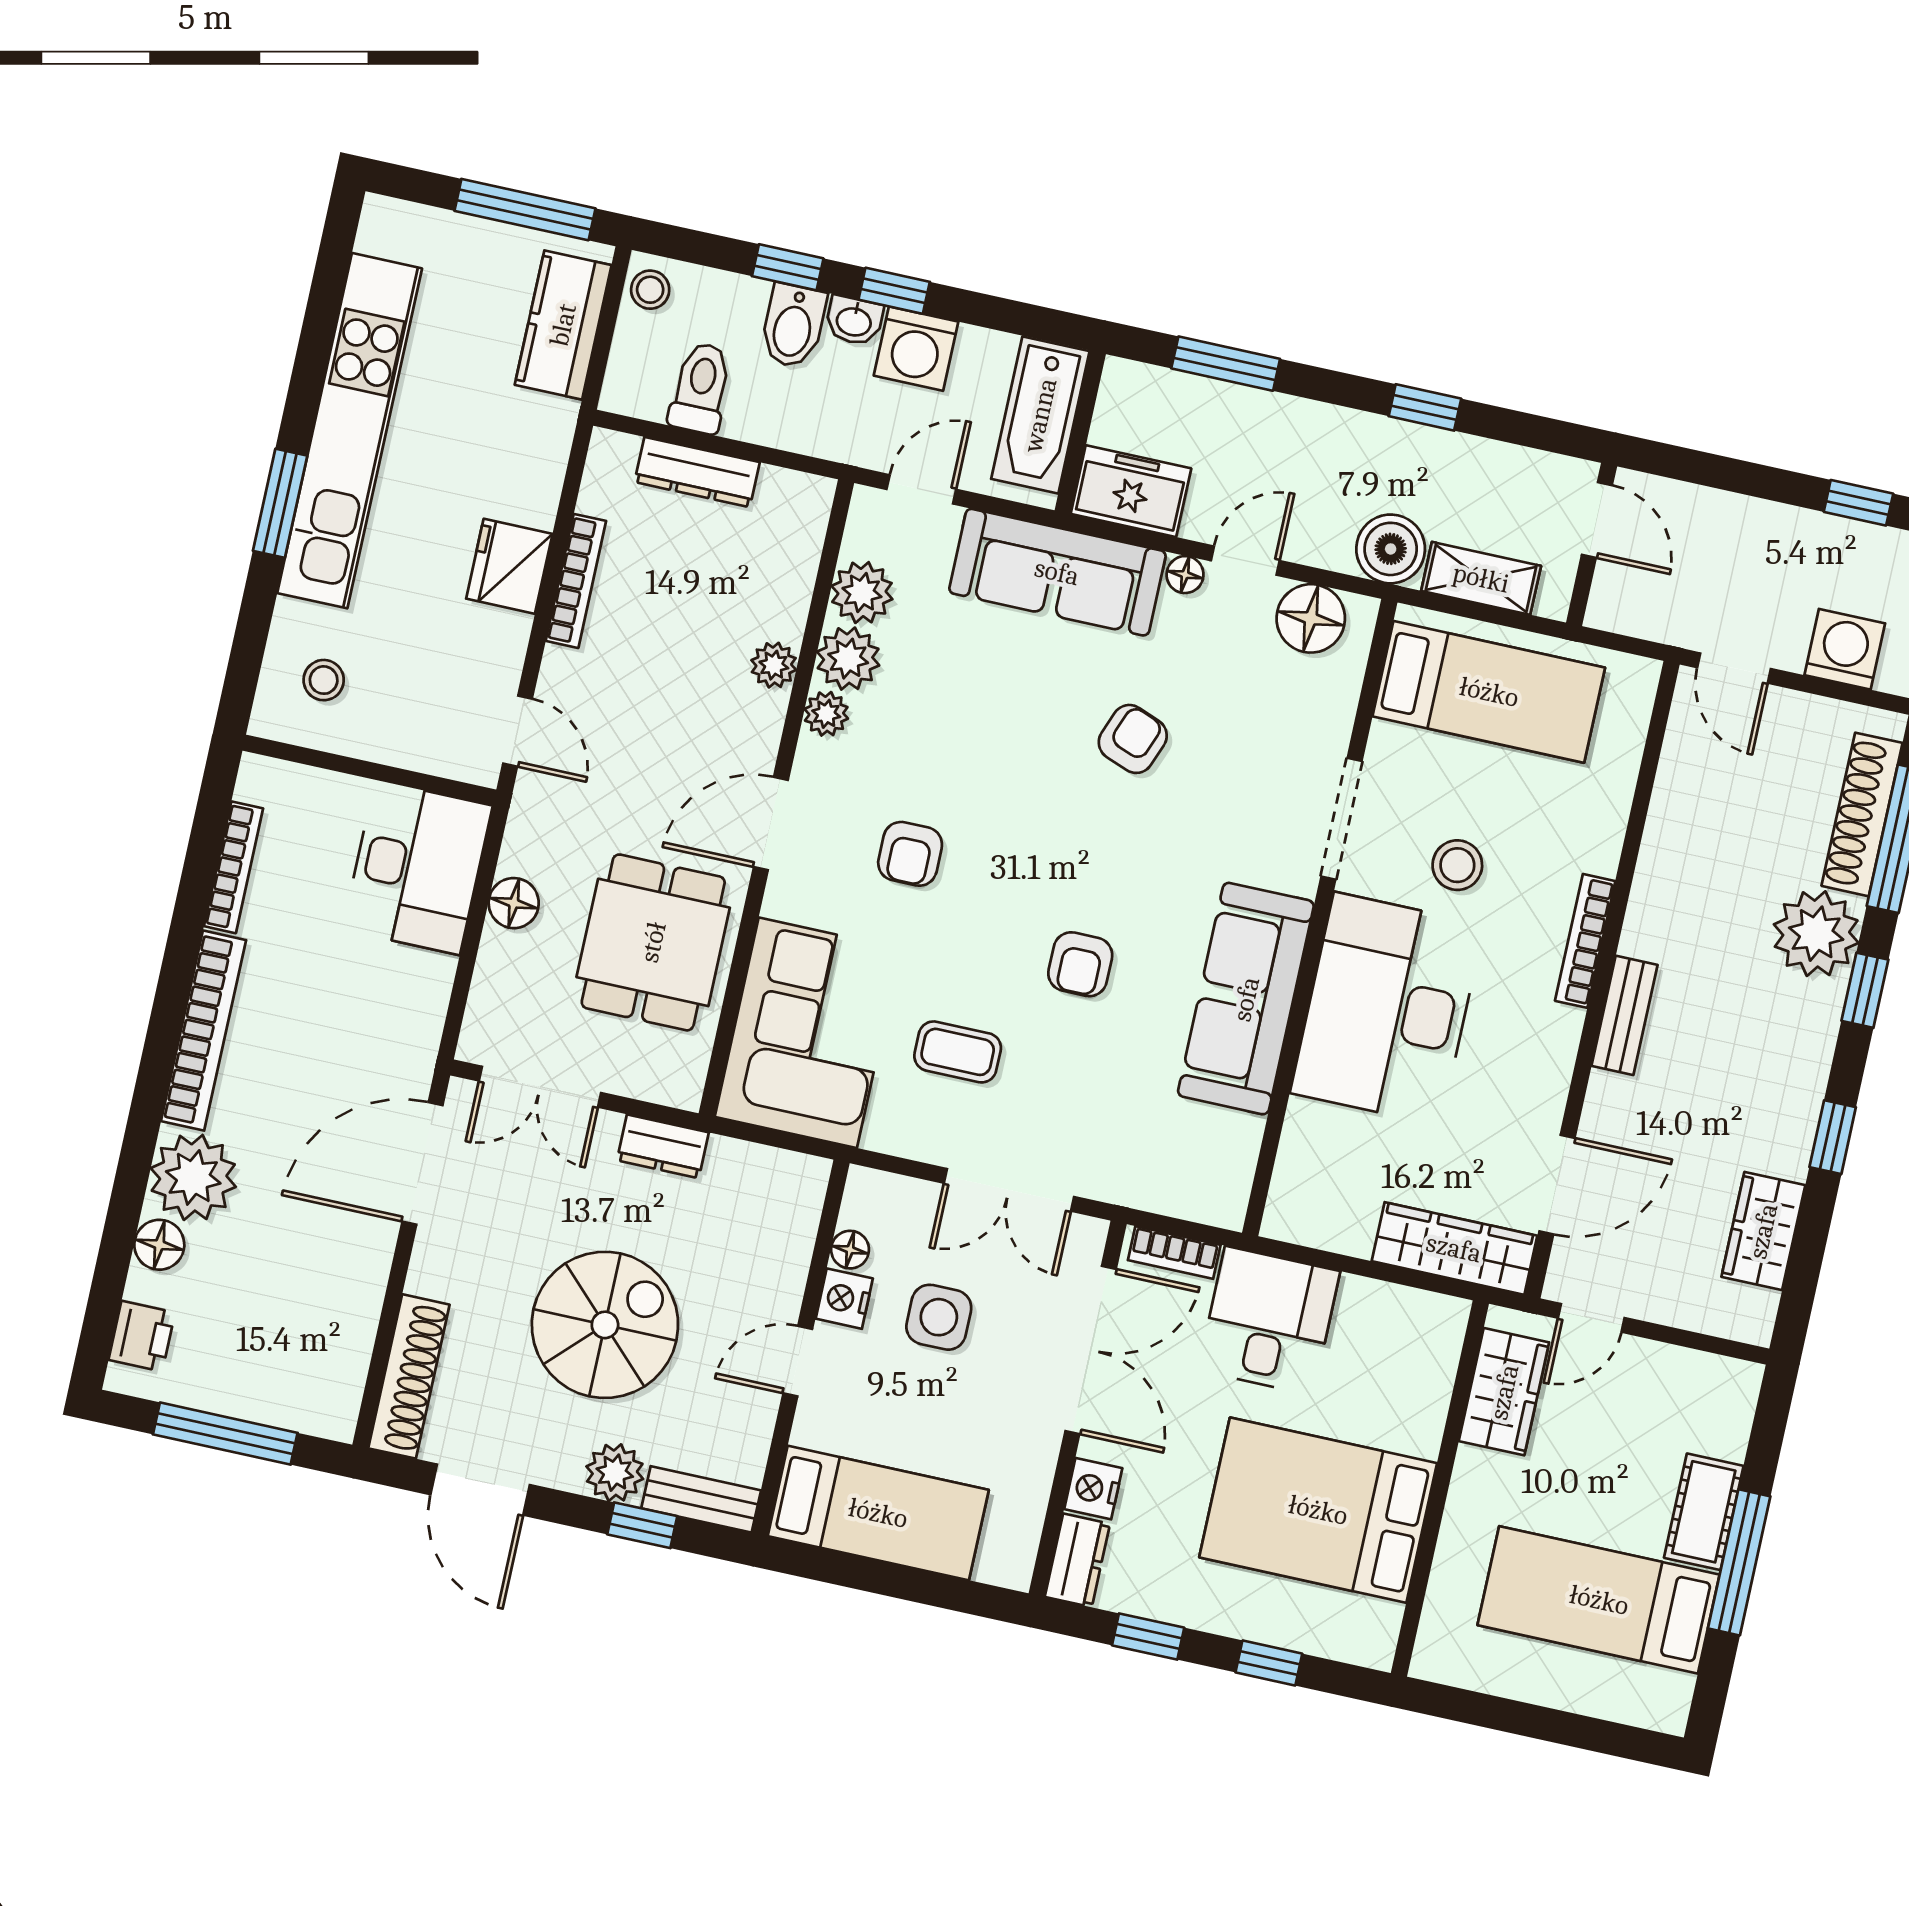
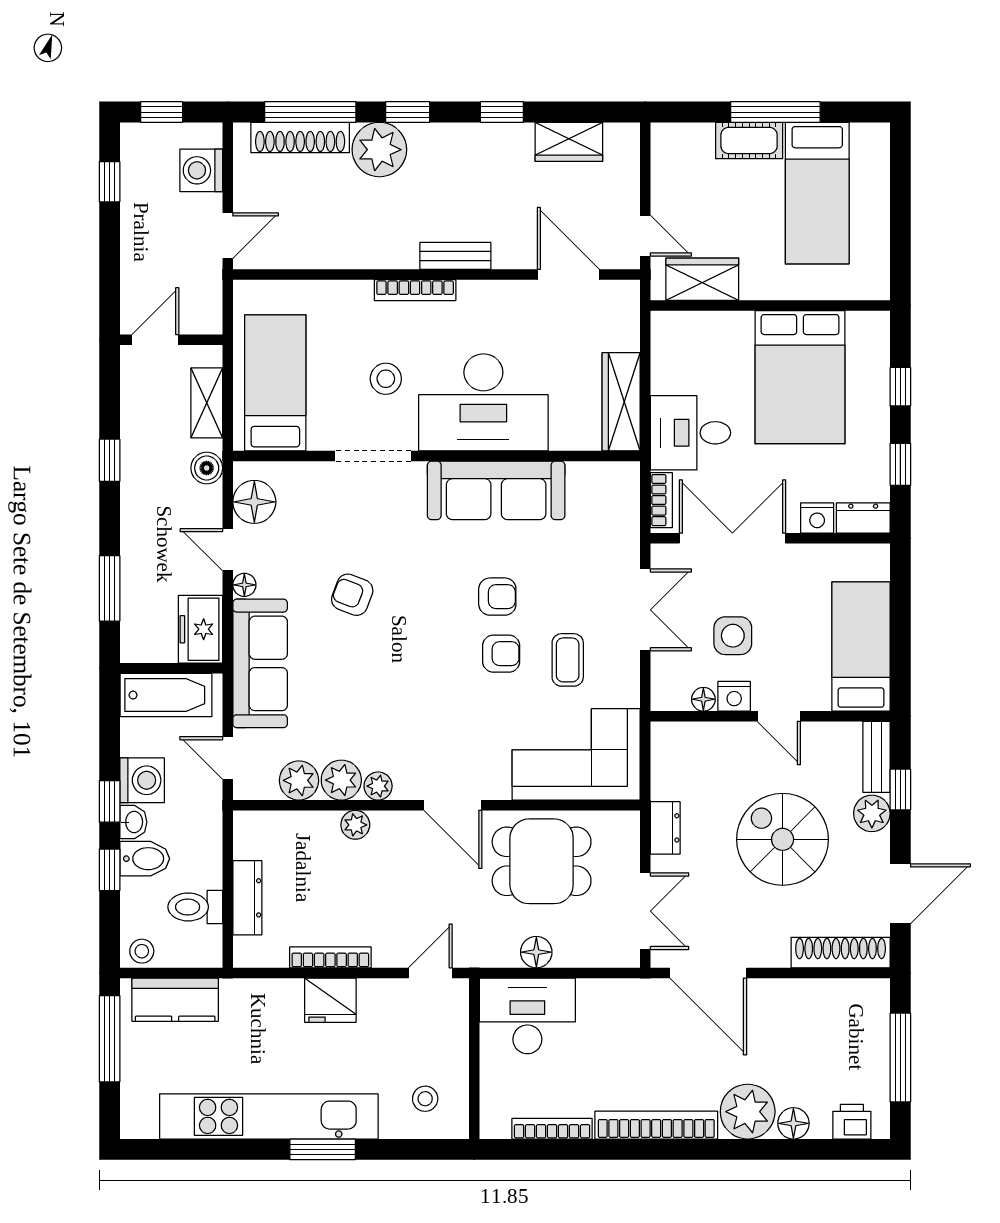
boiler: (1391, 549) -> (207, 468), width x0.73, depth x0.73
armchair: (910, 854) -> (501, 654), moved
wardrobe: (1454, 1248) -> (621, 402), moved

